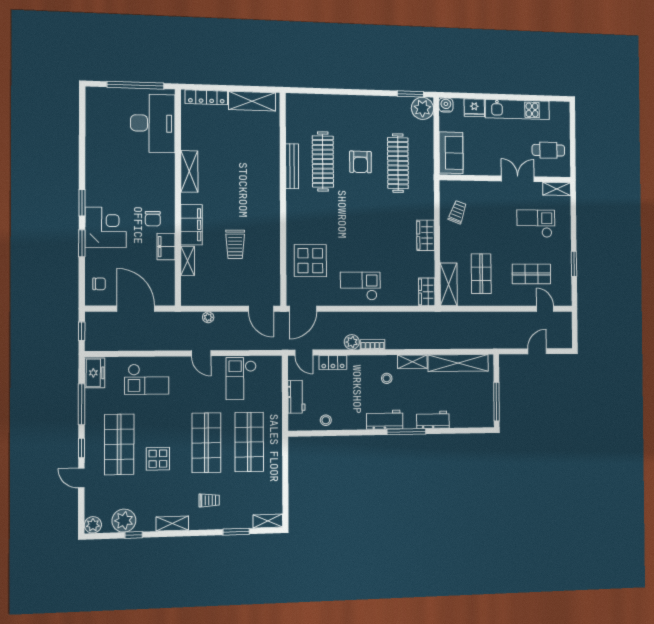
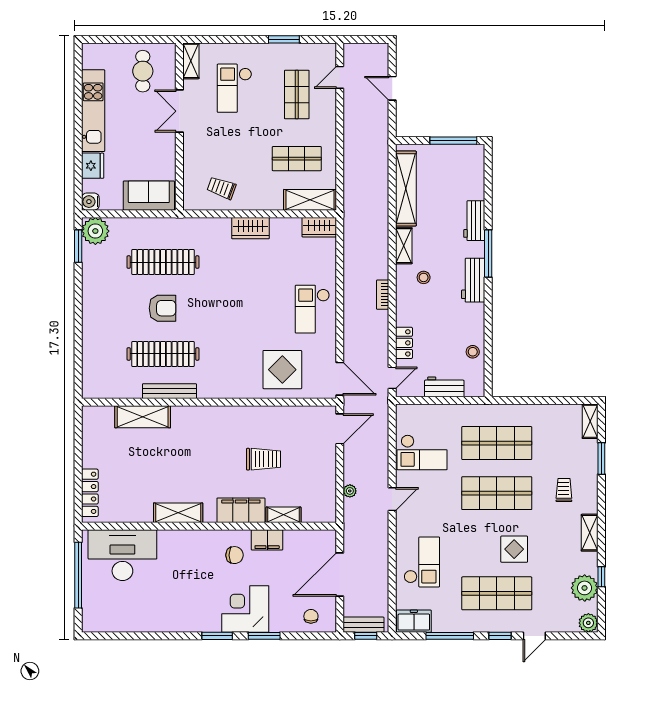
shelving: (252, 101) -> (143, 417), moved, turned 90
bench: (92, 329) -> (364, 625), added
plant: (352, 342) -> (380, 320), removed

